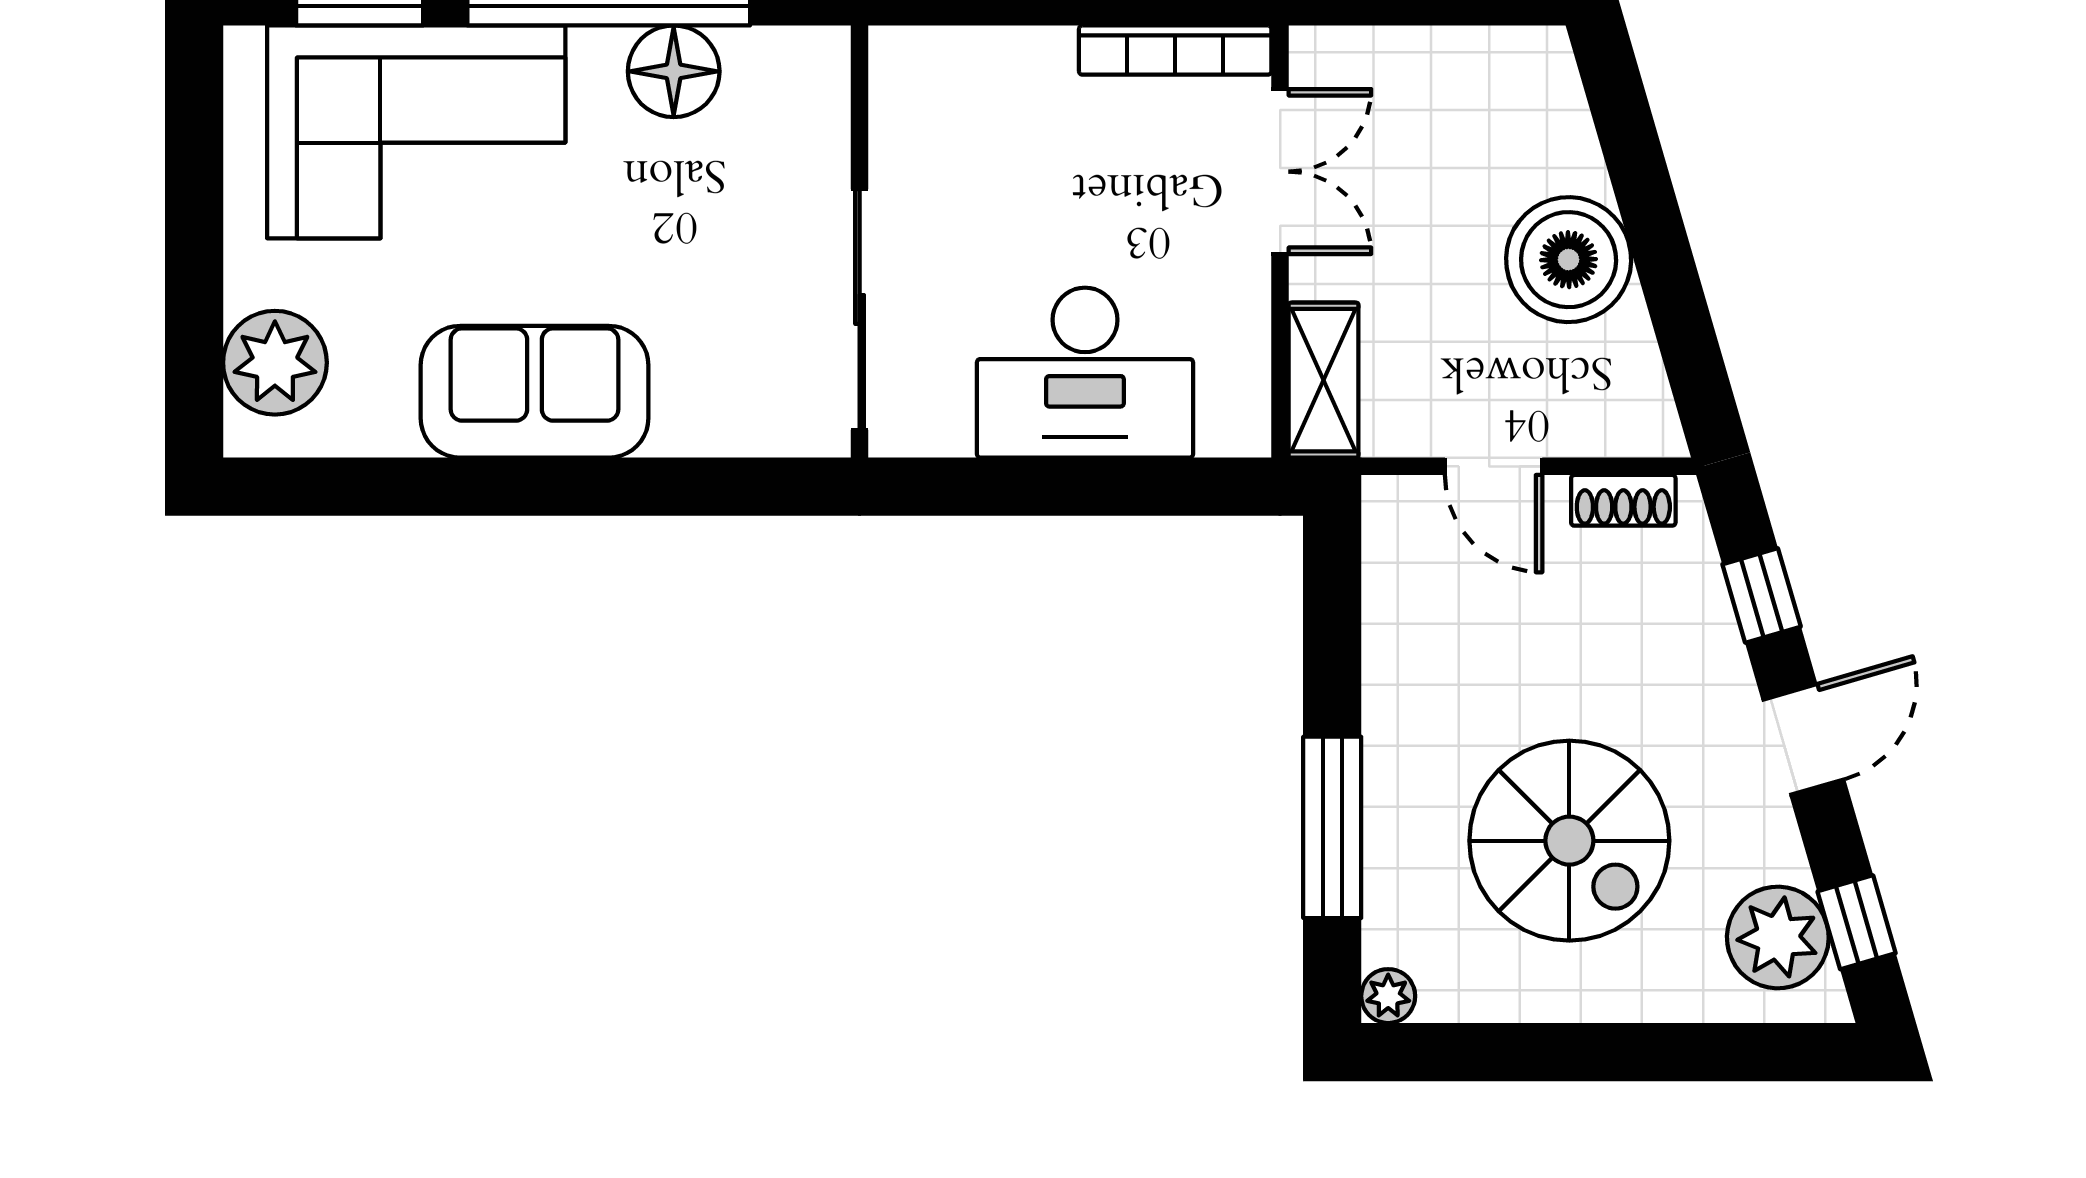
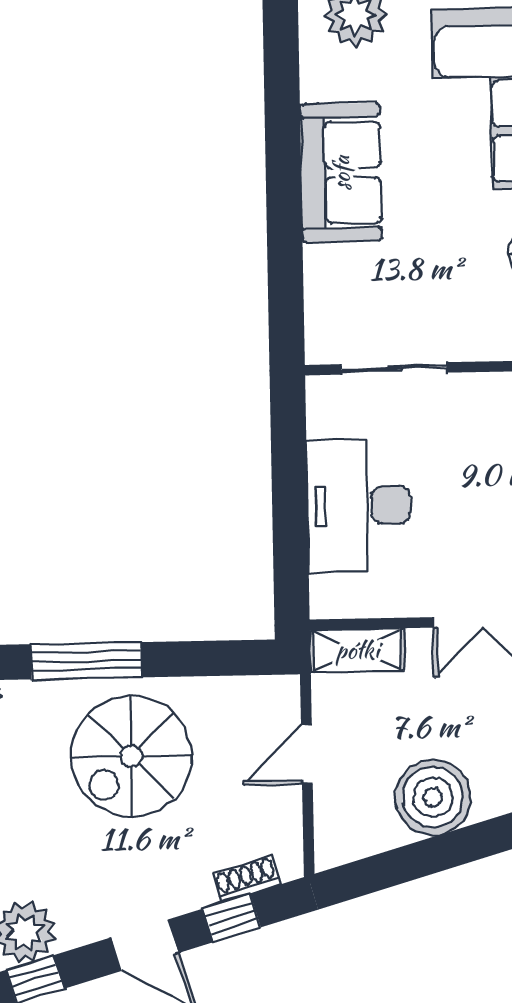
sliding door: (860, 309) -> (394, 368), width x0.73
shoe rack: (1623, 500) -> (246, 879), moved, turned 74
spiral stairs: (1569, 841) -> (131, 756), moved

